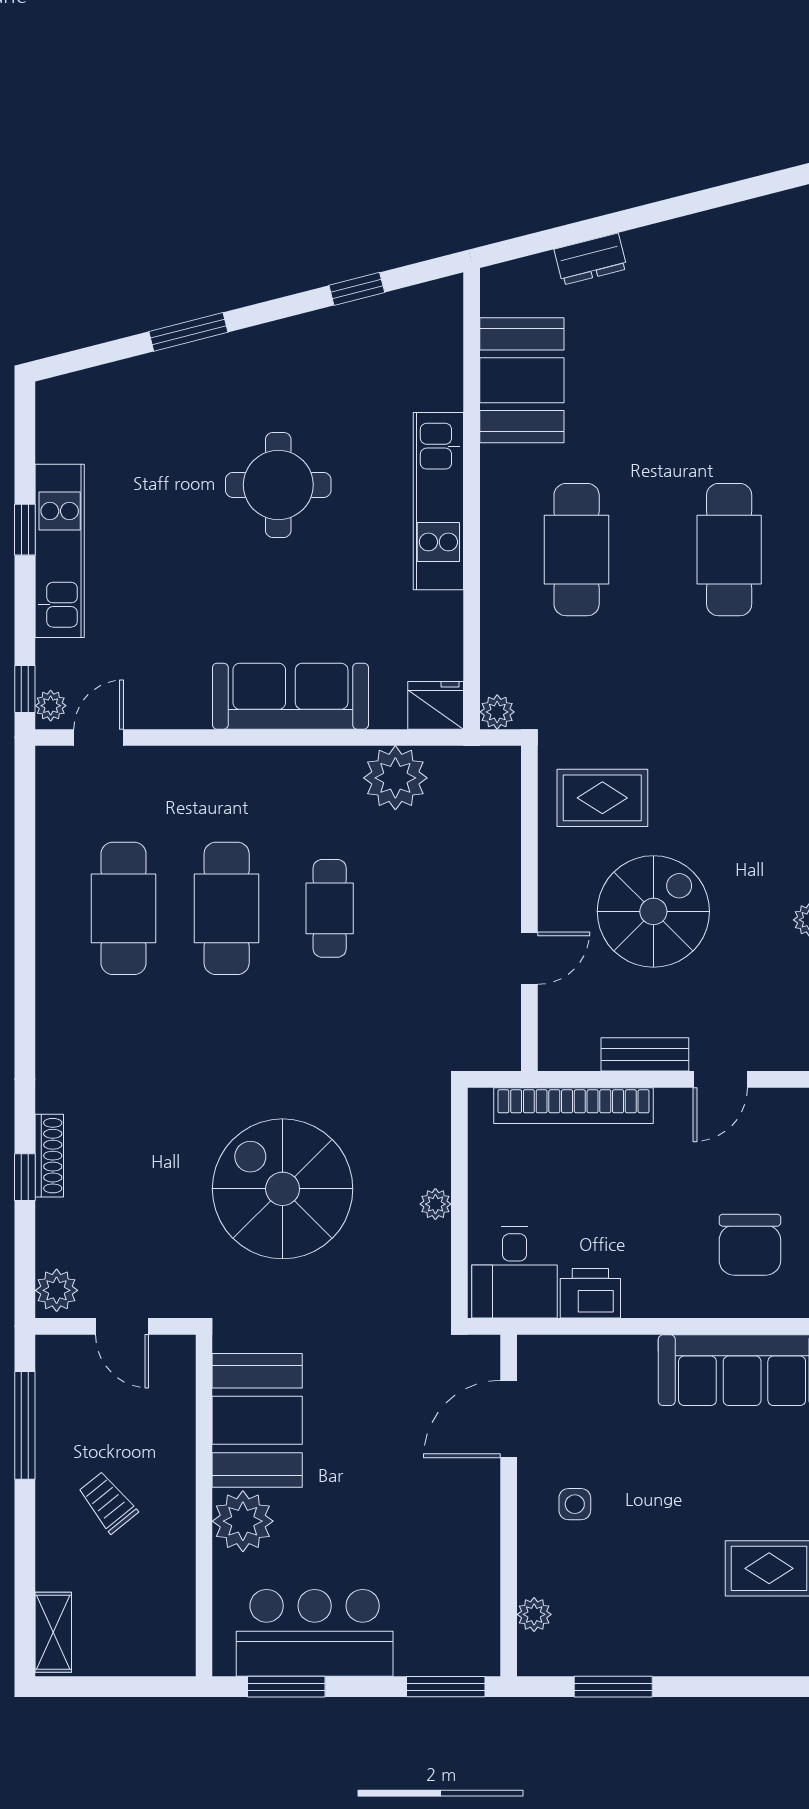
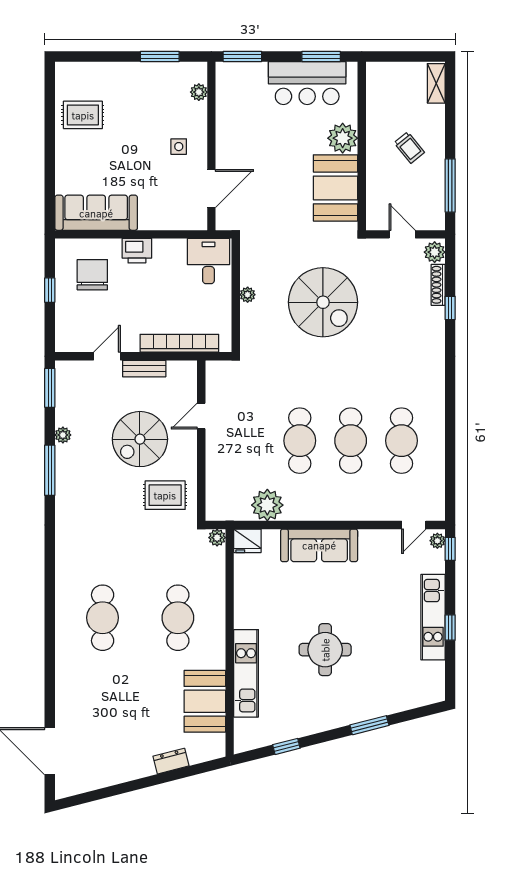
kitchen unit: (438, 501) -> (246, 673), moved
cafe table: (330, 908) -> (300, 441), width x1.37, depth x1.35
shoe rack: (49, 1156) -> (438, 285), moved
printer: (590, 1293) -> (137, 251), moved

